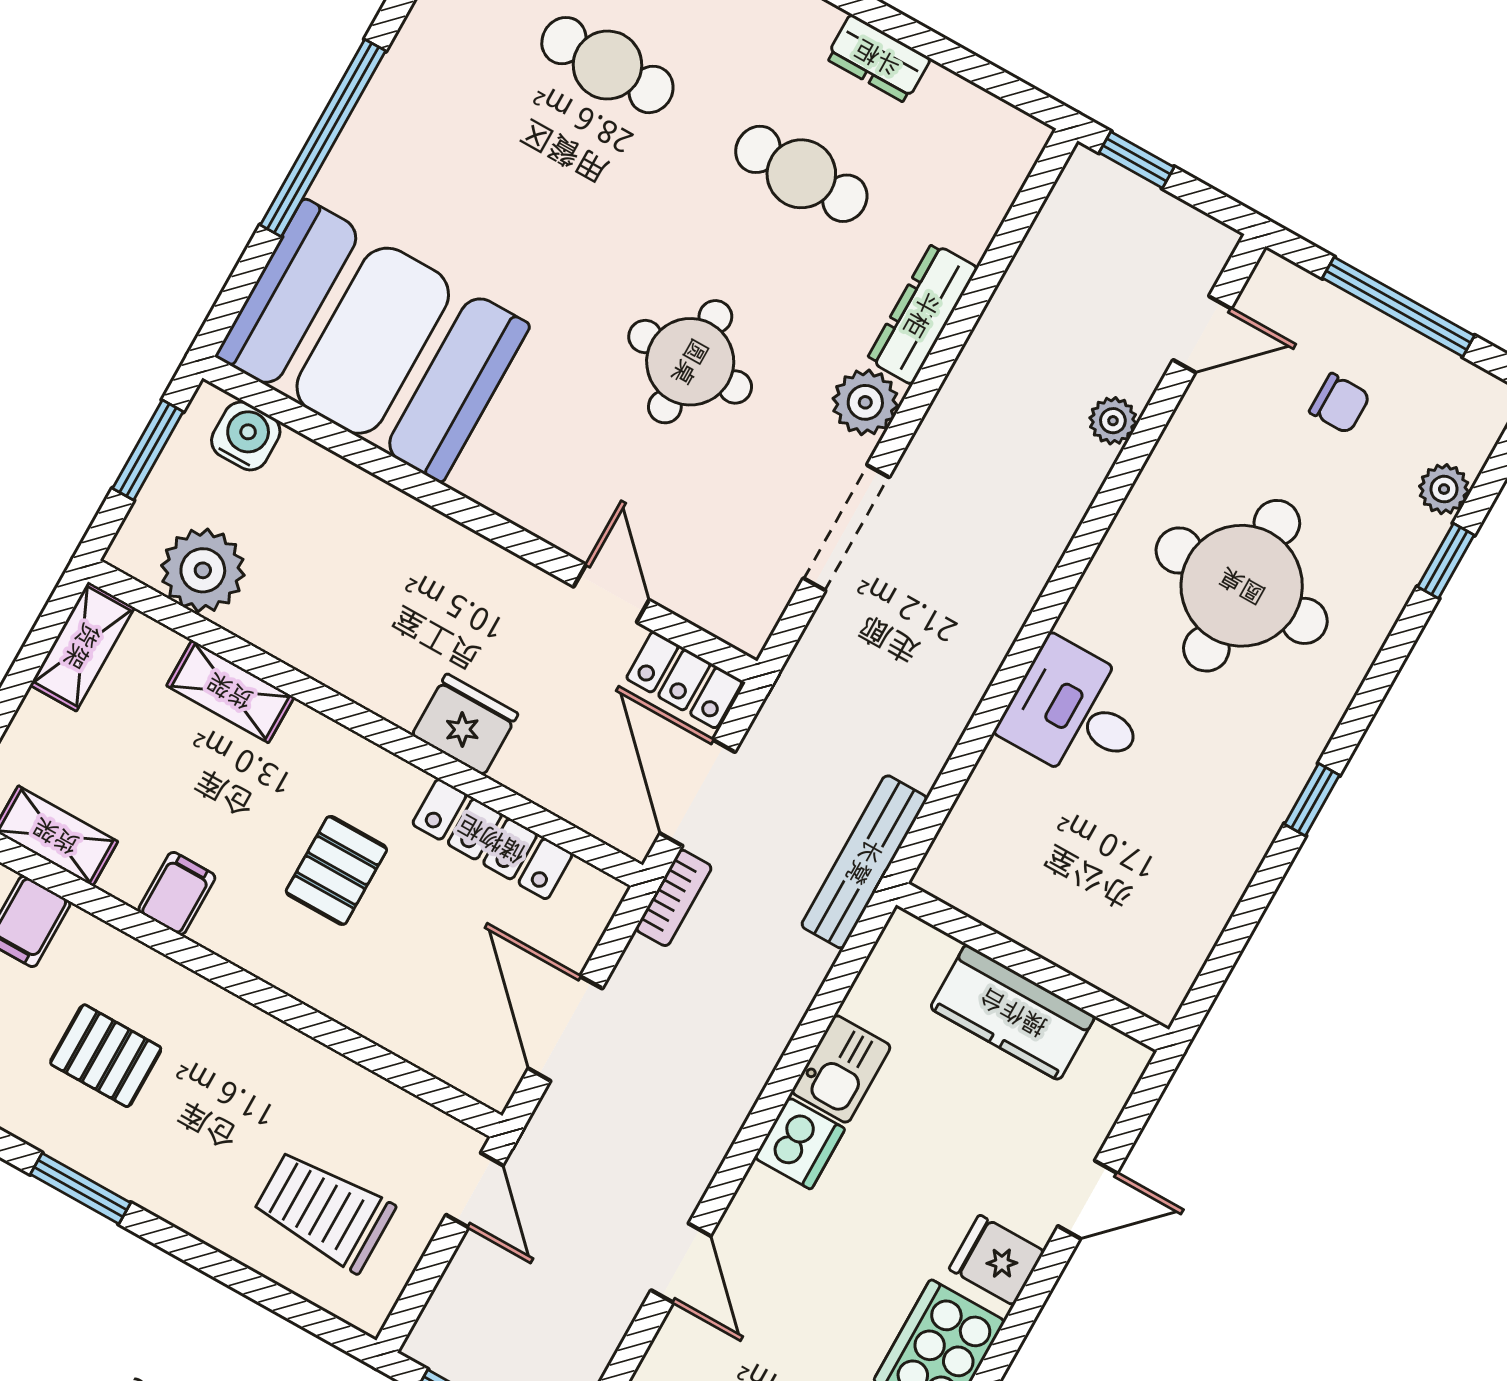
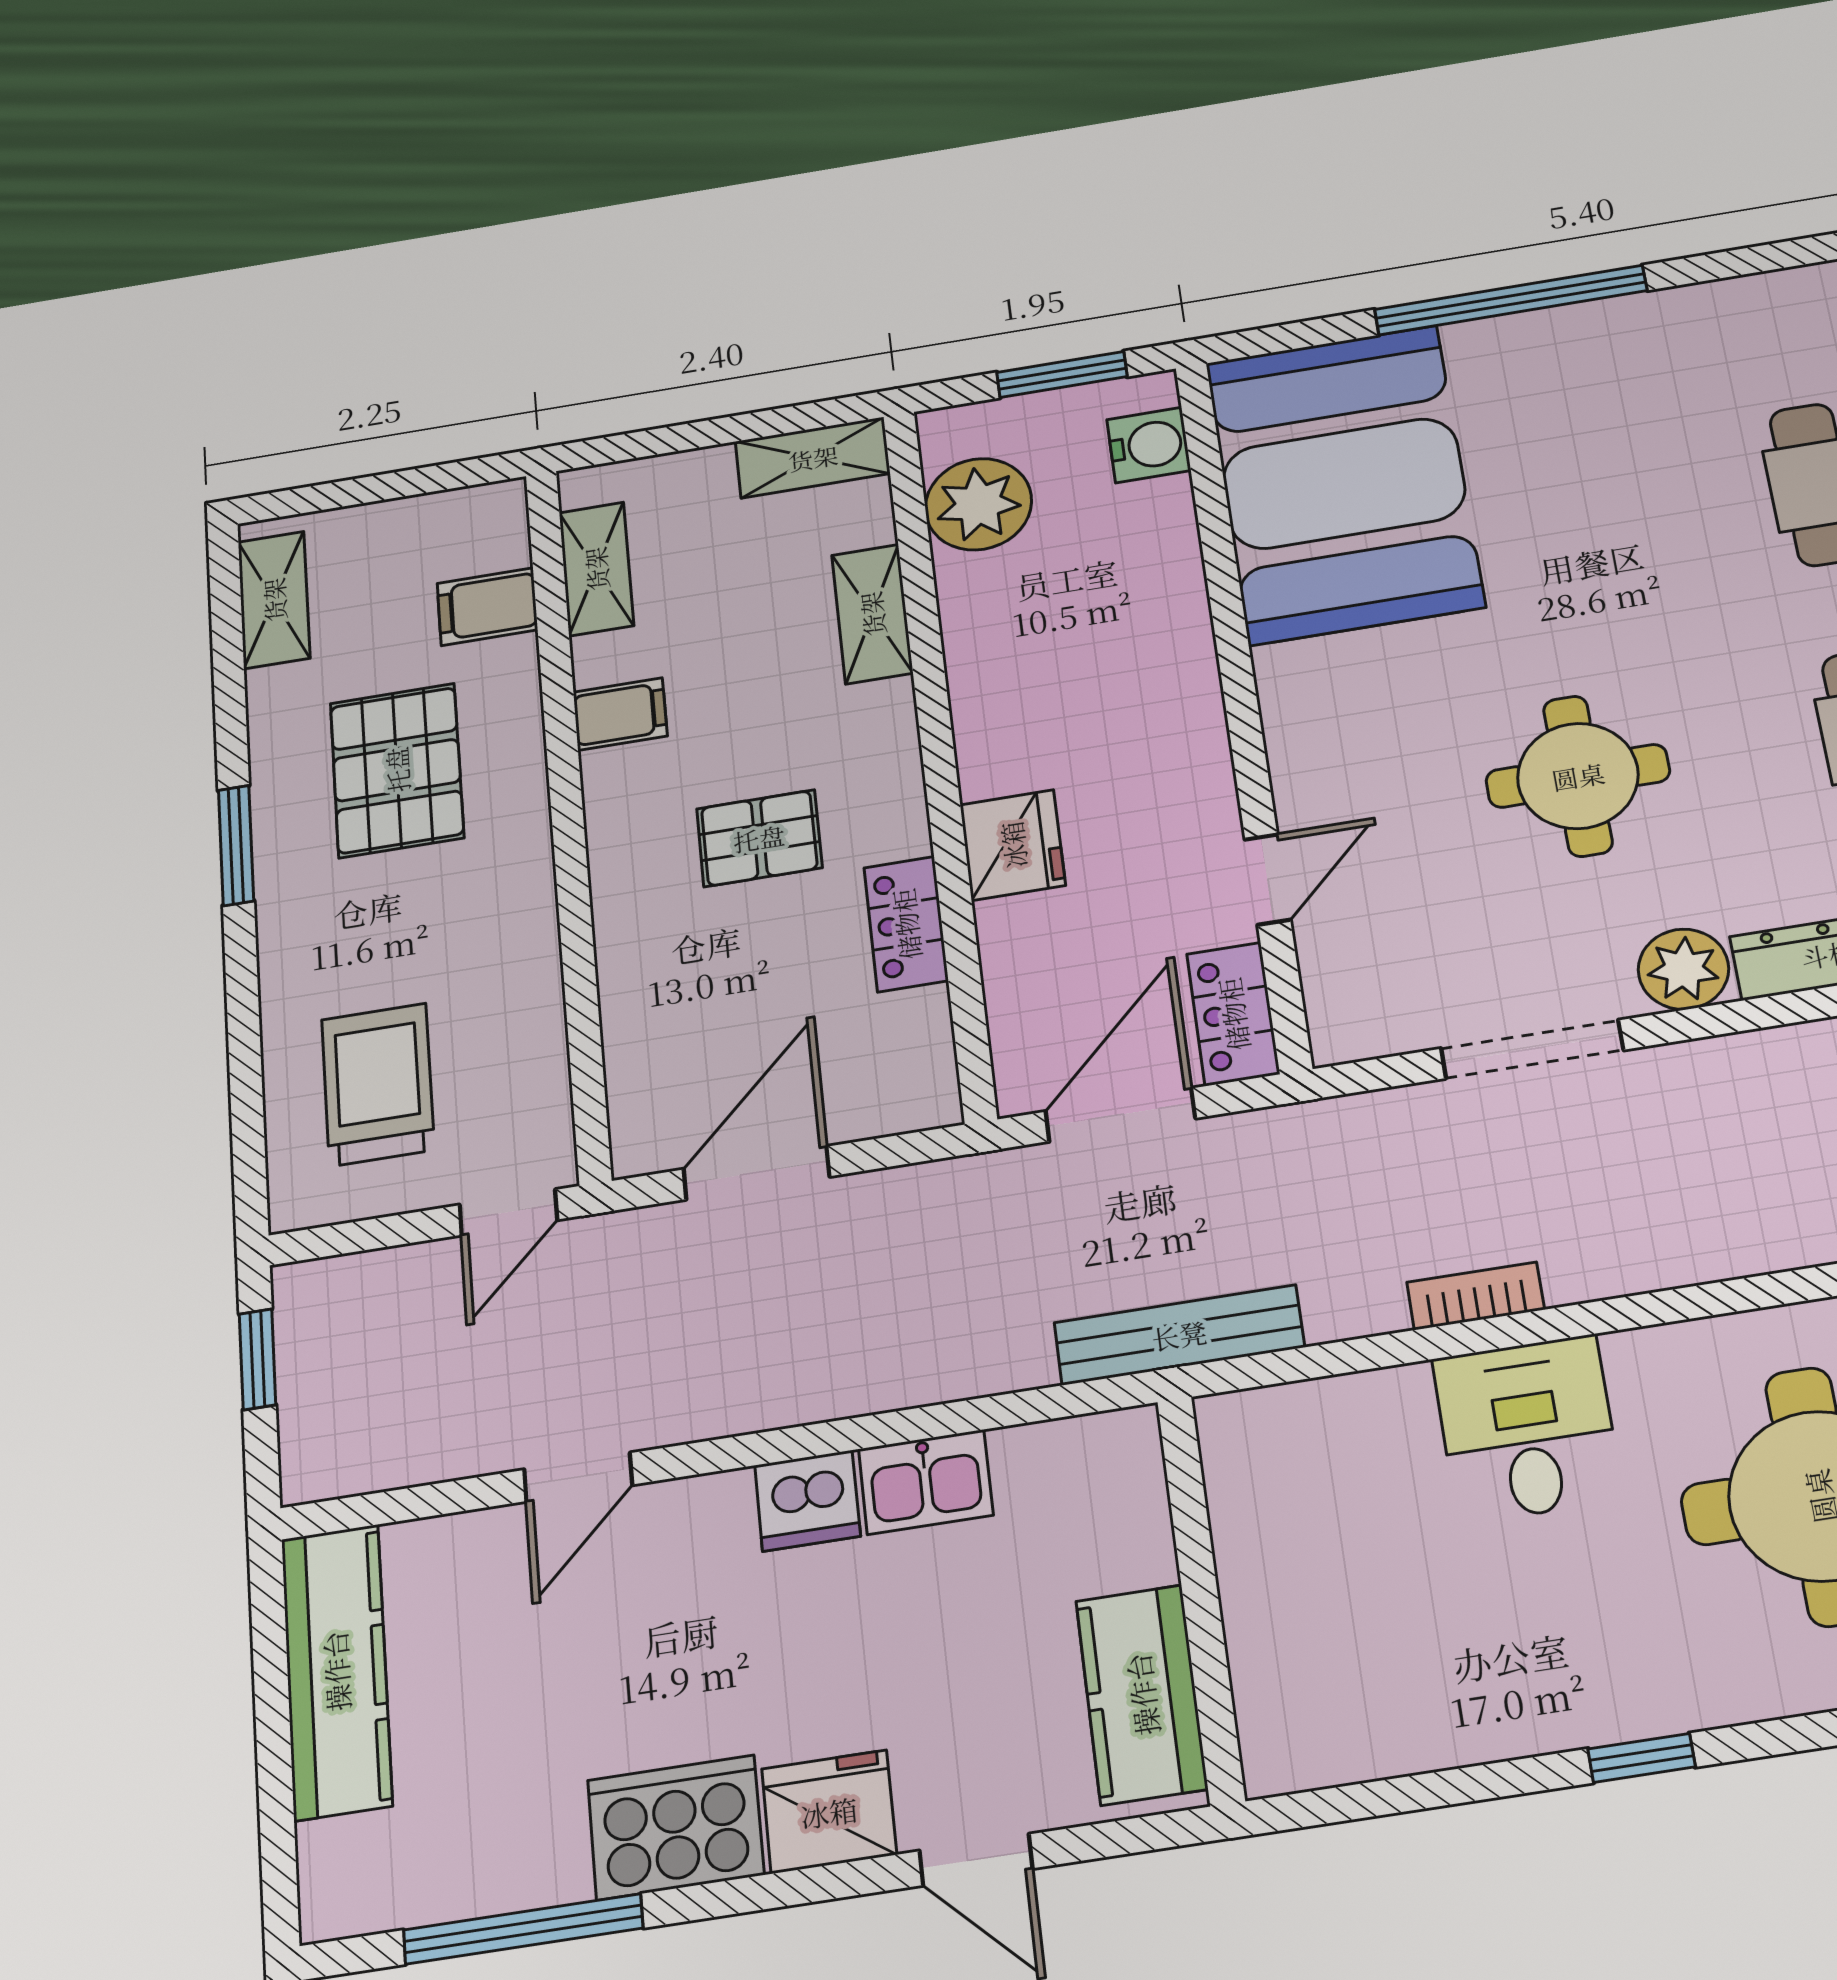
locker: (492, 839) -> (906, 924), width x0.66
bookcase: (674, 898) -> (1476, 1296), moved, turned 180
kitchen counter: (1013, 1012) -> (1142, 1694), moved
pallet: (106, 1056) -> (397, 770), width x1.50, depth x1.42
fridge: (997, 1260) -> (829, 1812), width x1.38

